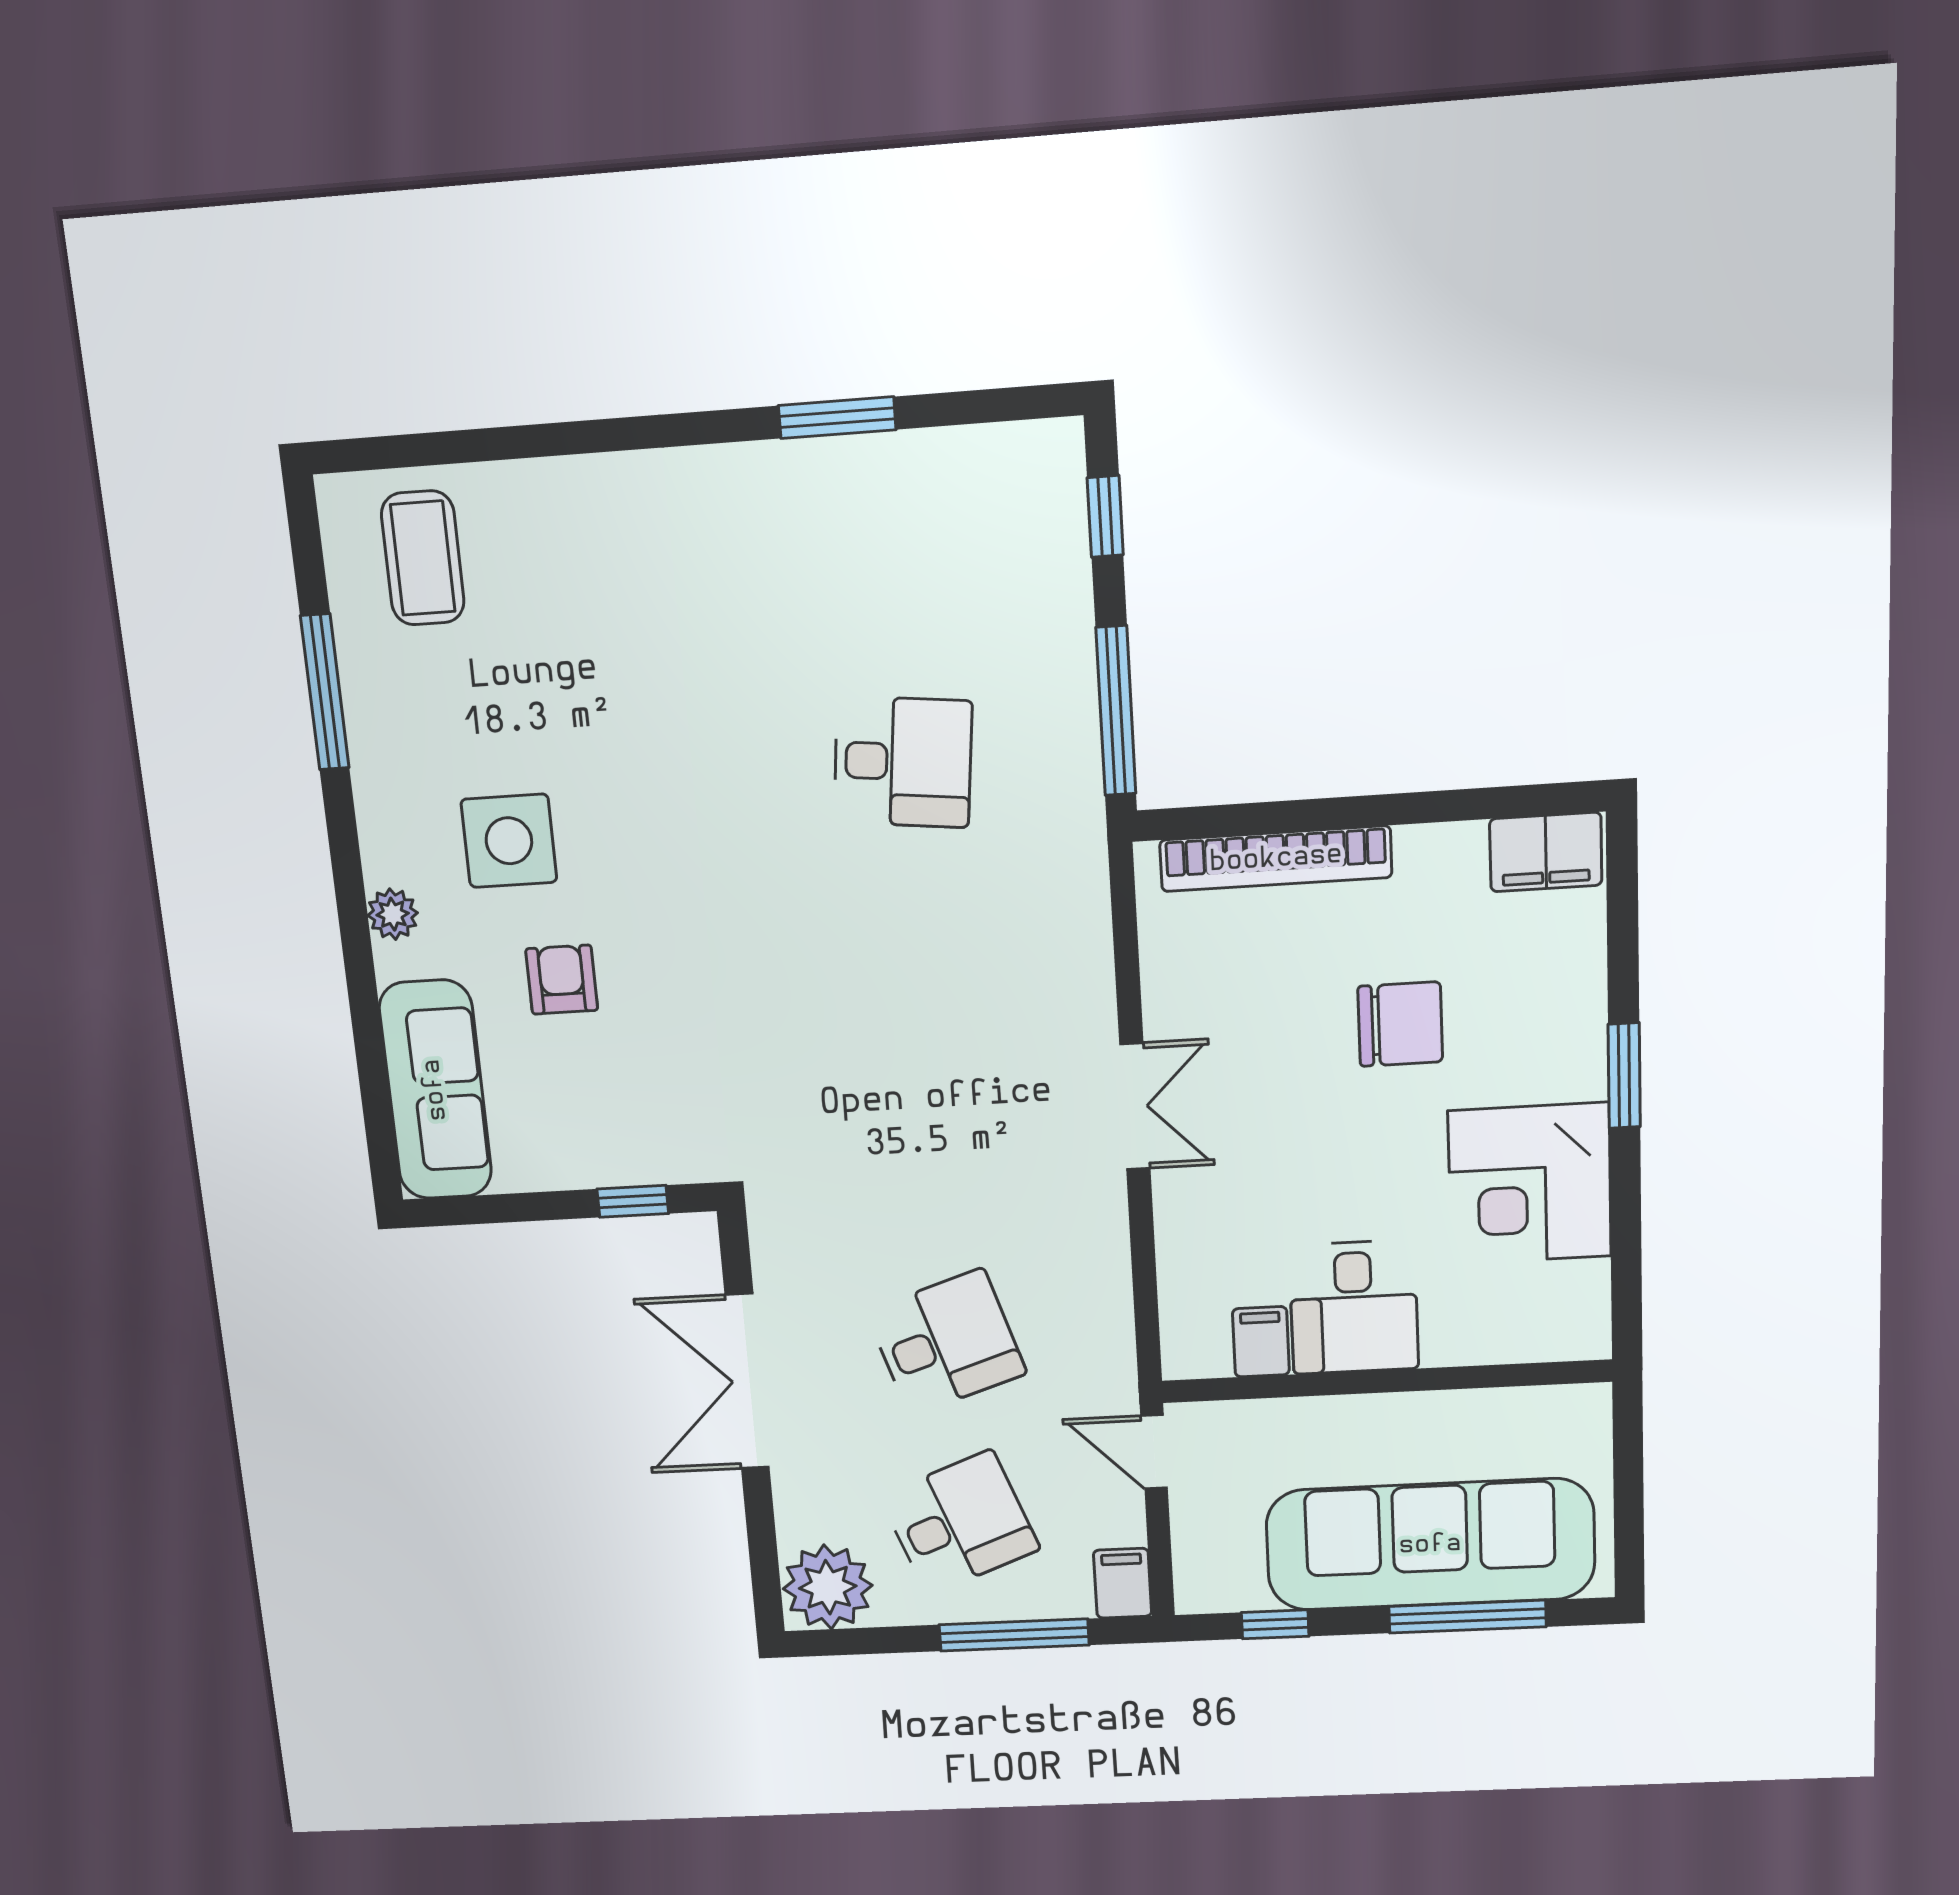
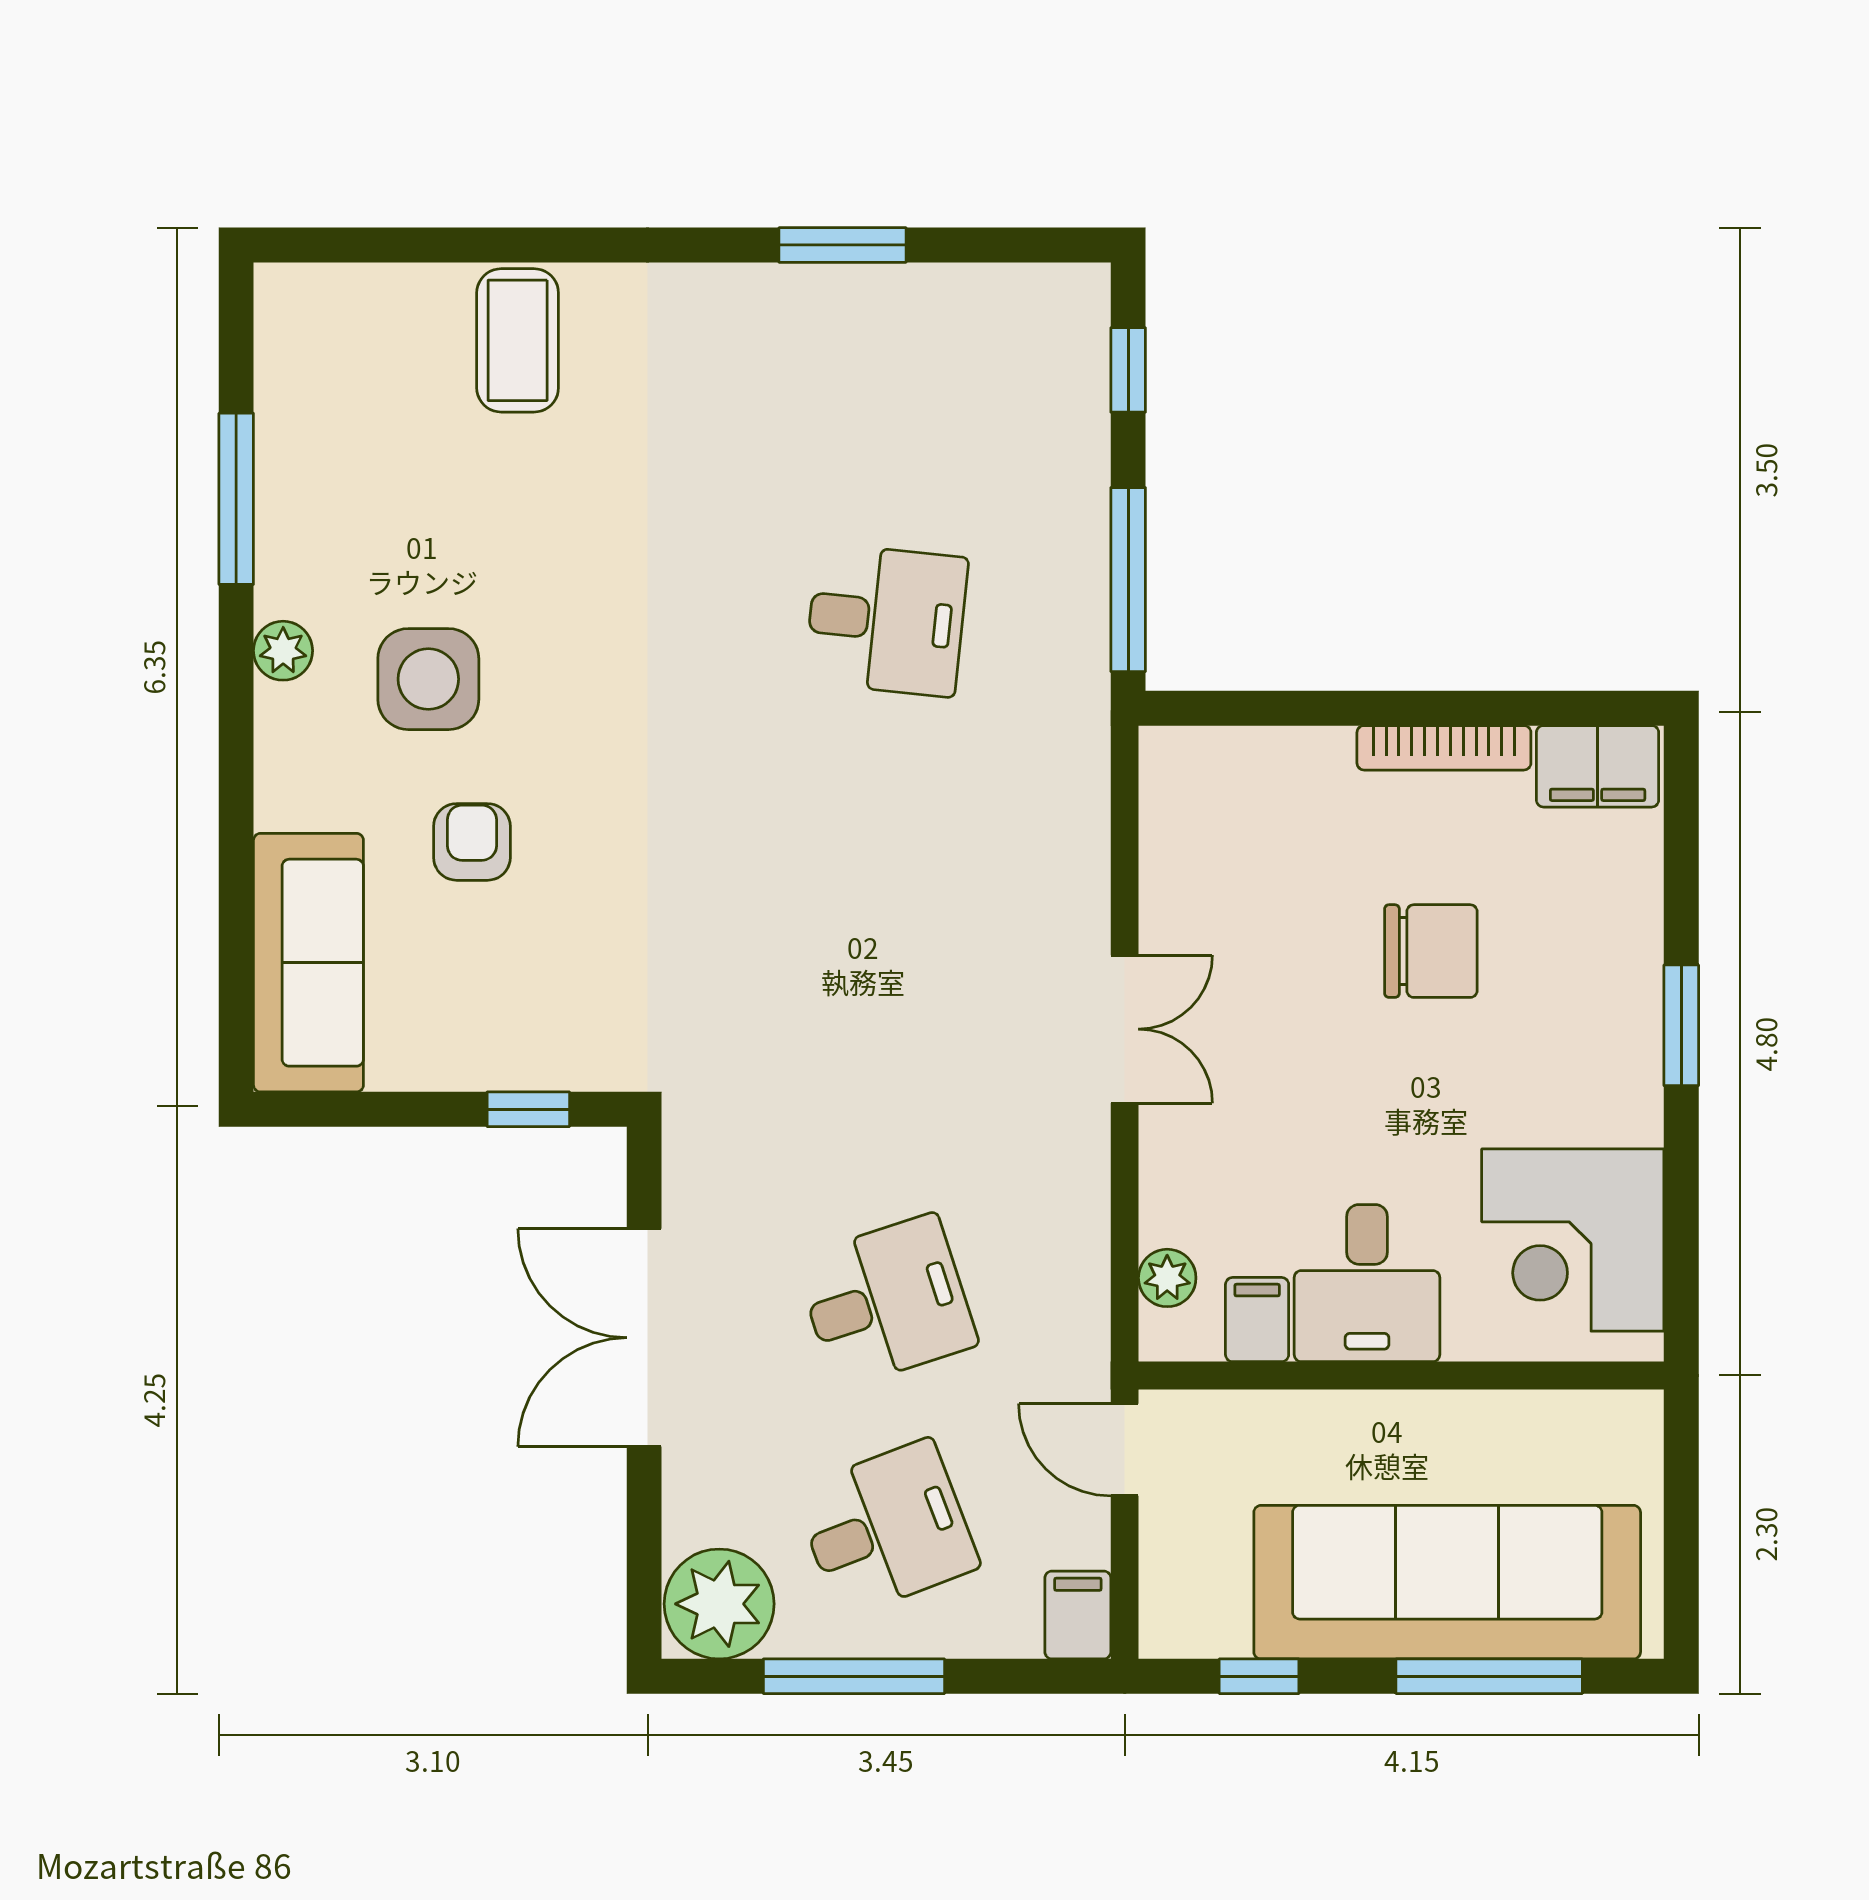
coffee table: (423, 558) -> (518, 340), moved
bookcase: (1276, 859) -> (1444, 748), moved, width x0.68, depth x0.76
plant: (393, 914) -> (283, 651), moved
corner desk: (1530, 1184) -> (1573, 1240), moved
plant: (1183, 1312) -> (1167, 1278), added
window: (1014, 1635) -> (854, 1676), moved

